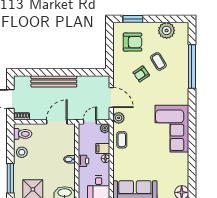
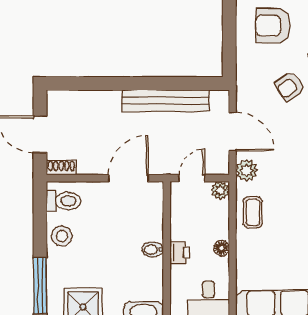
armchair: (132, 42) -> (273, 26), turned 180
bench: (54, 81) -> (165, 101), moved
filing cabinet: (103, 148) -> (216, 229), removed

